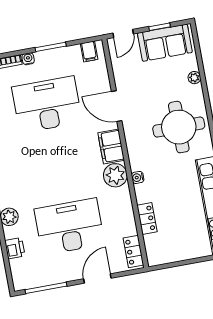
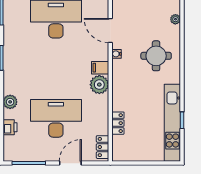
round table: (179, 127) -> (156, 56), width x0.73, depth x0.73
filing cabinet: (111, 146) -> (100, 68), width x0.50
water cooler: (138, 177) -> (117, 54), moved

